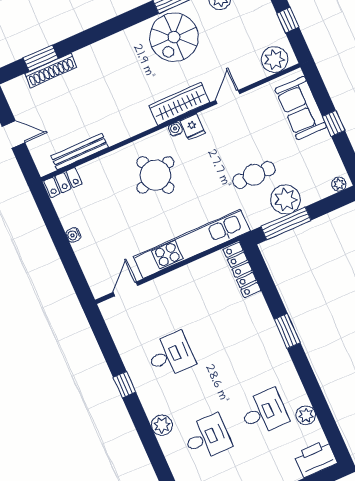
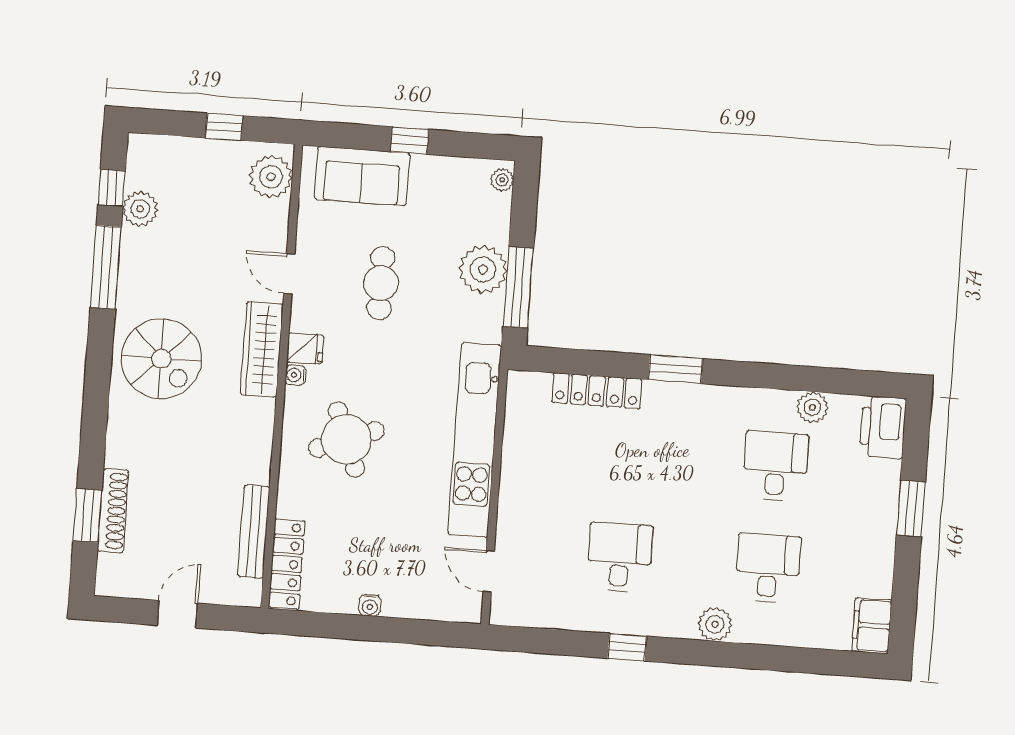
spiral stairs: (174, 37) -> (161, 359), moved
cafe table: (254, 175) -> (381, 283), moved
locker: (63, 183) -> (287, 564), width x1.53
locker: (242, 270) -> (597, 391), moved

